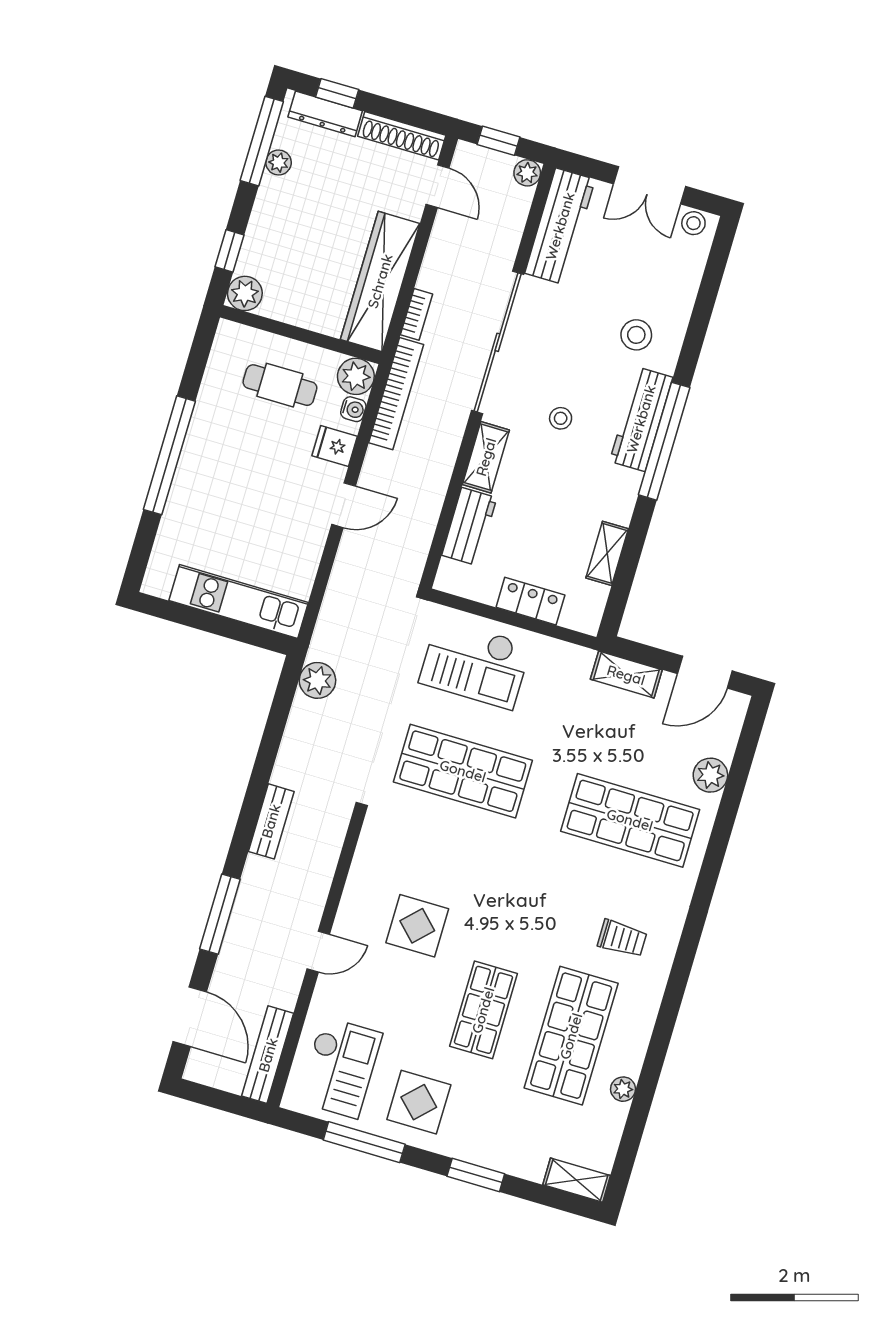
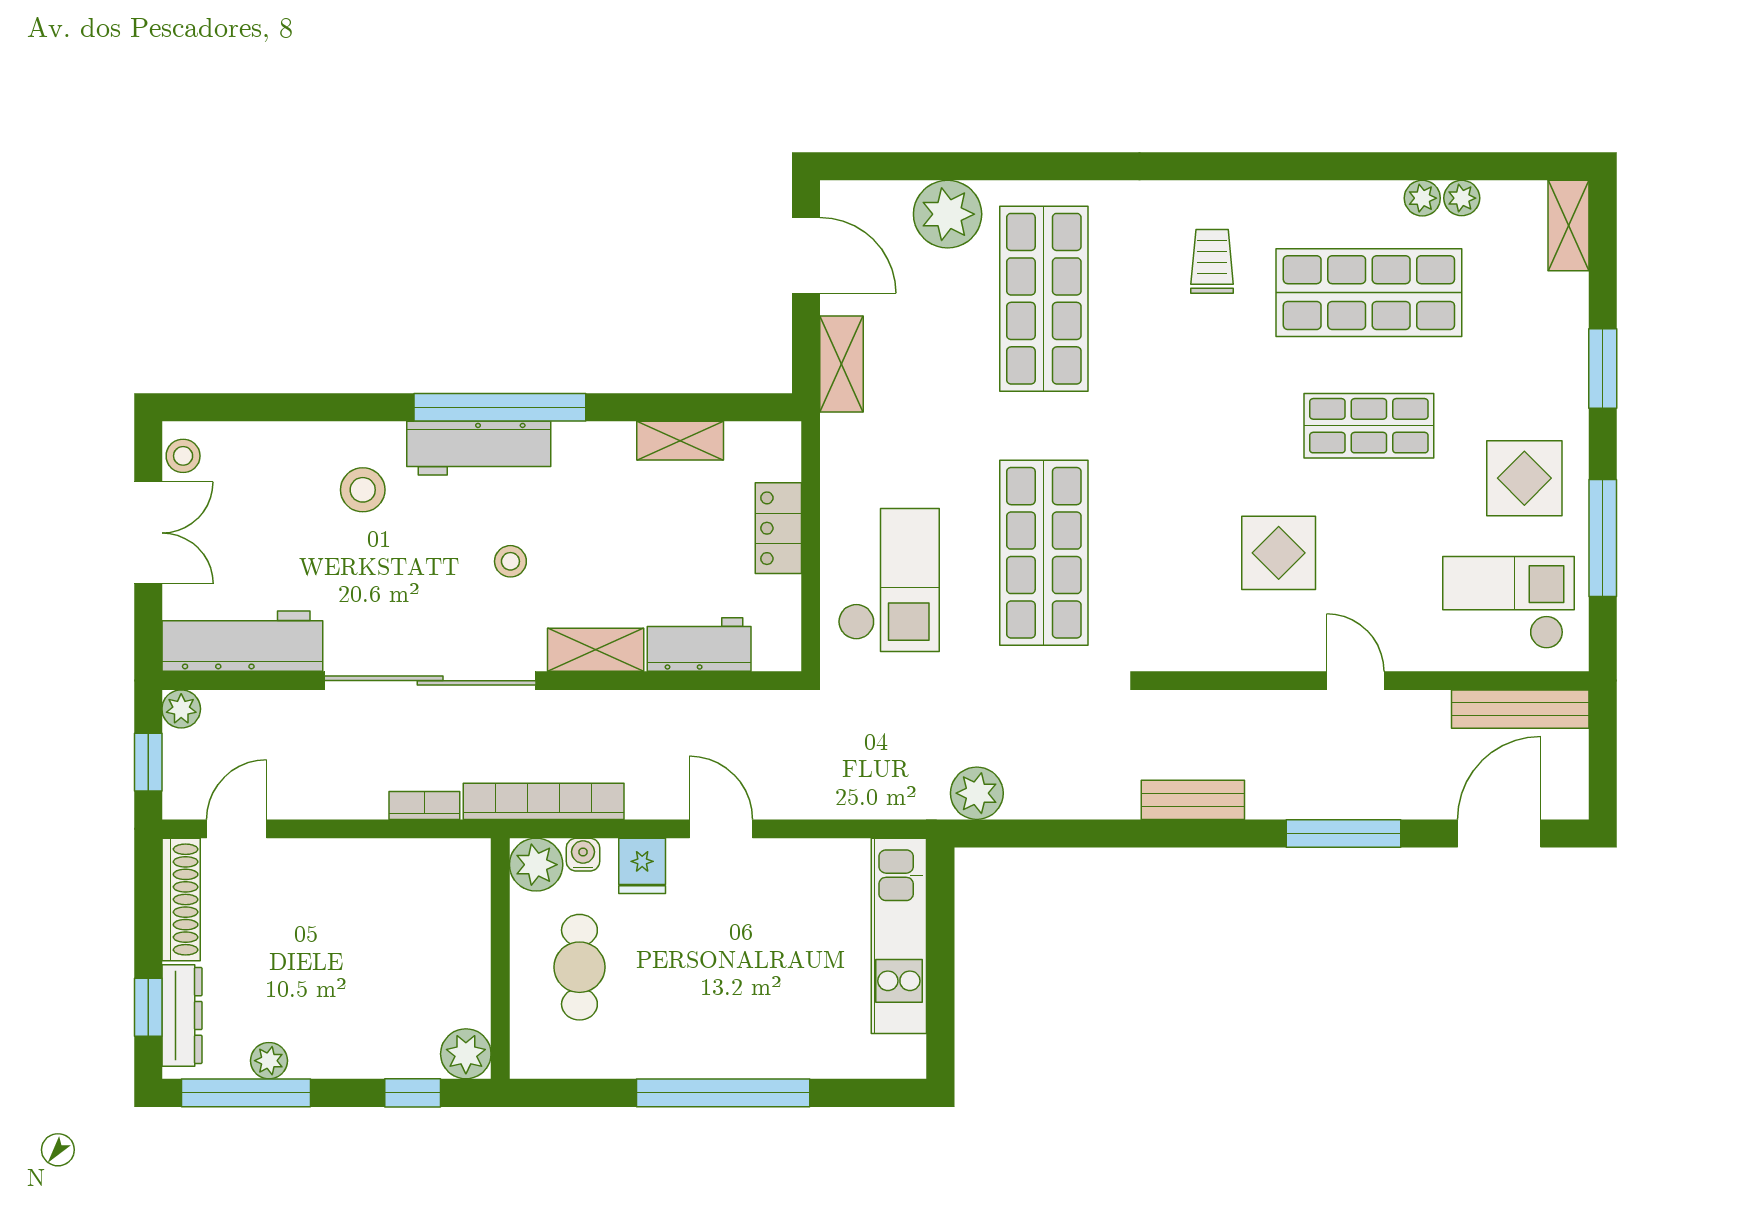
wardrobe: (380, 281) -> (393, 870), removed
plant: (710, 775) -> (948, 214), width x1.36, depth x1.36
plant: (615, 1115) -> (1462, 198), added

